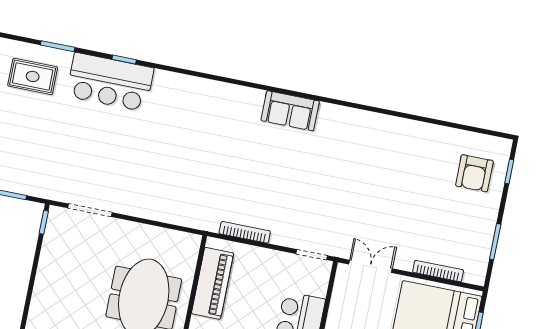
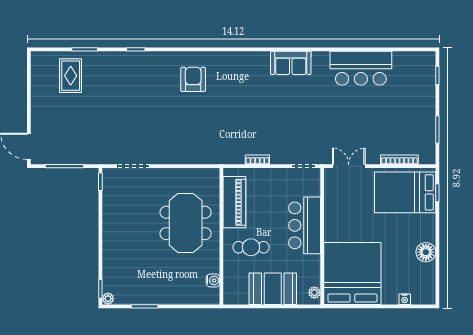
rug: (33, 76) -> (71, 76), turned 90
bar counter: (110, 82) -> (361, 68), moved
sofa: (290, 111) -> (291, 63), moved
armchair: (474, 173) -> (193, 79), moved, turned 180
bookcase: (245, 232) -> (257, 160), width x0.64

